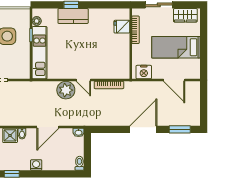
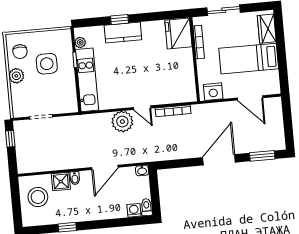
wardrobe: (185, 15) -> (267, 29), moved, turned 90
fridge: (122, 27) -> (178, 33), width x1.88, depth x1.34
washing machine: (36, 165) -> (134, 210), moved

